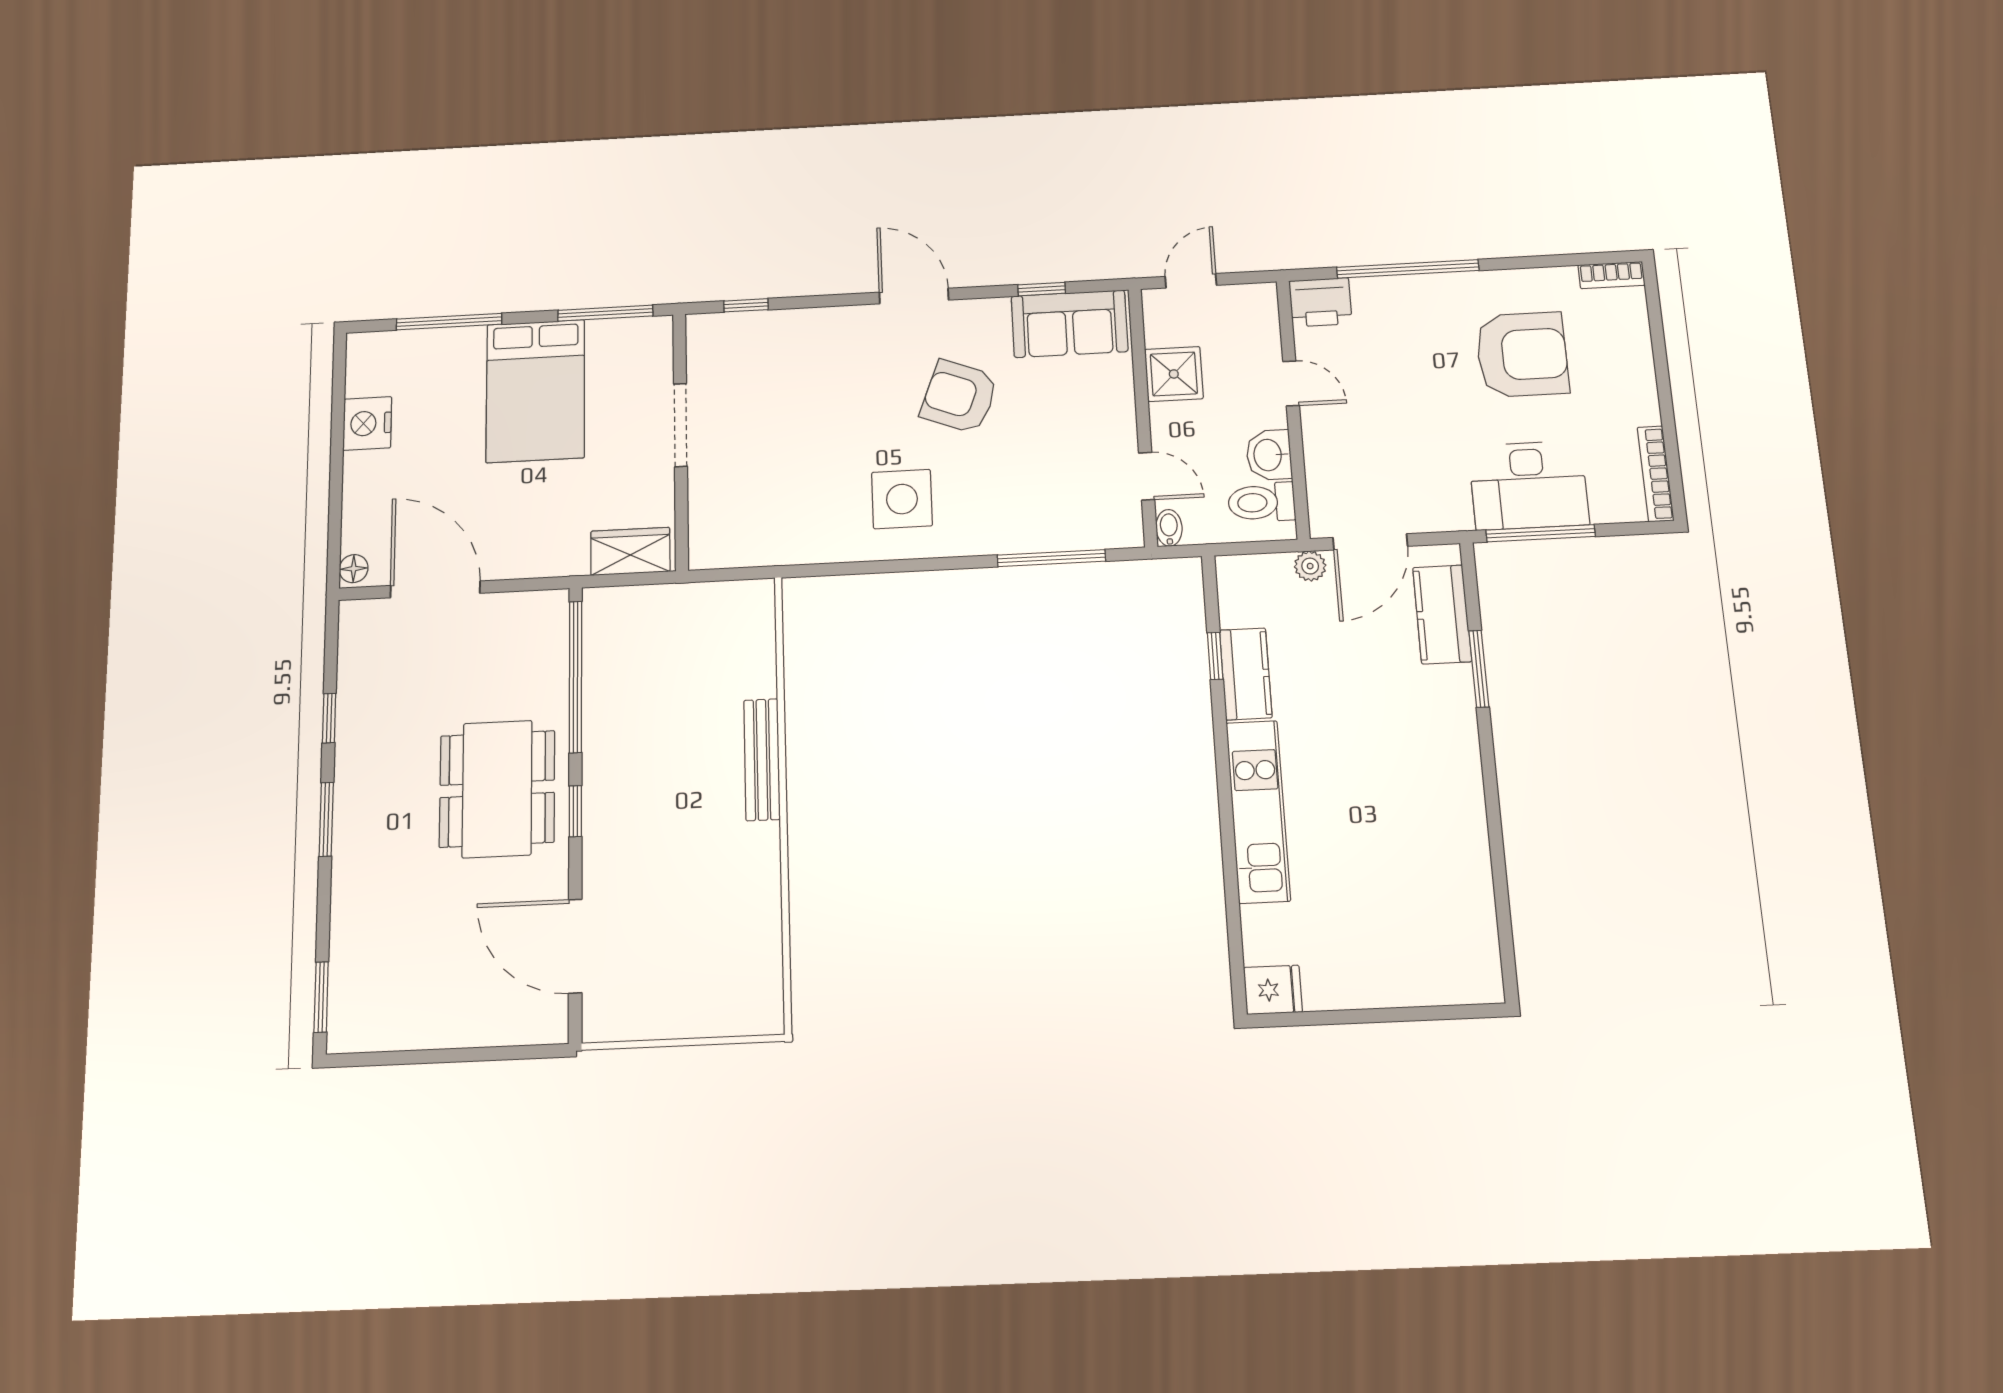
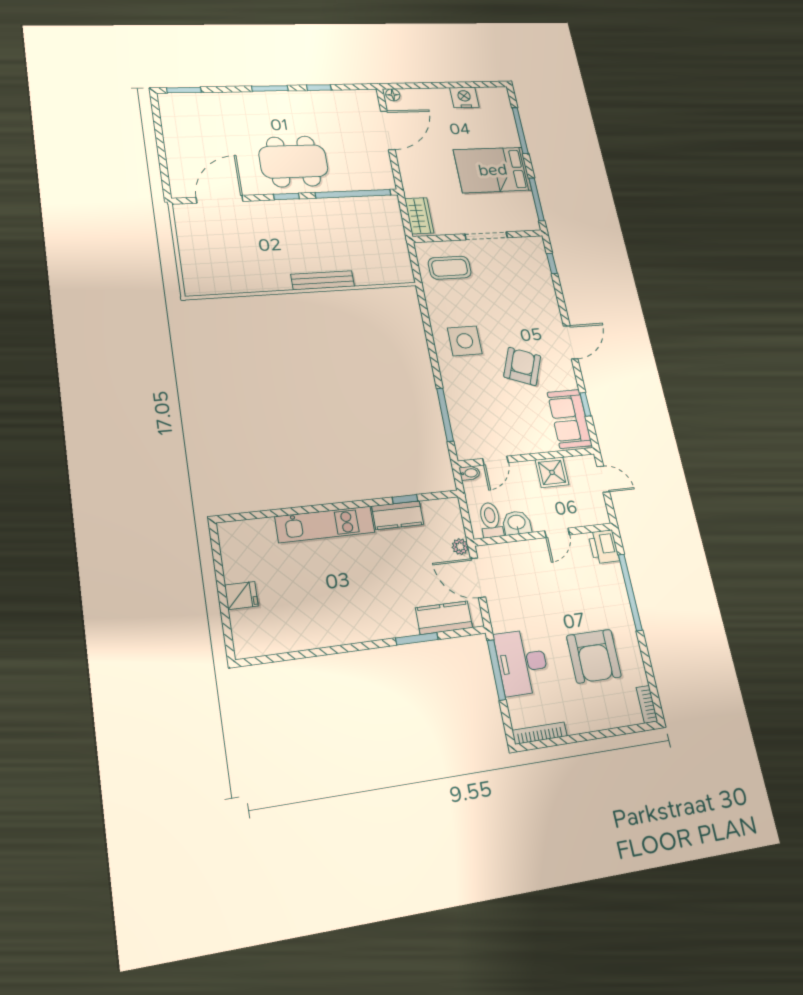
coffee table: (746, 507) -> (450, 268), added
fridge: (1273, 990) -> (241, 596), moved, turned -90

